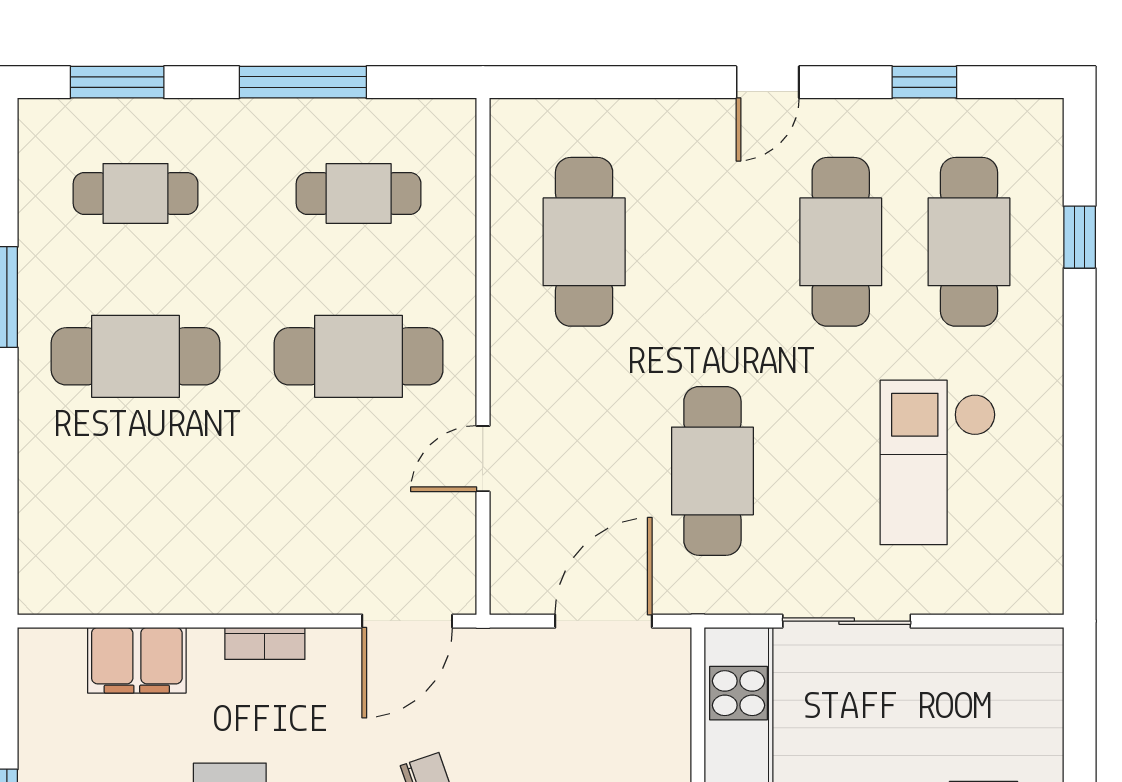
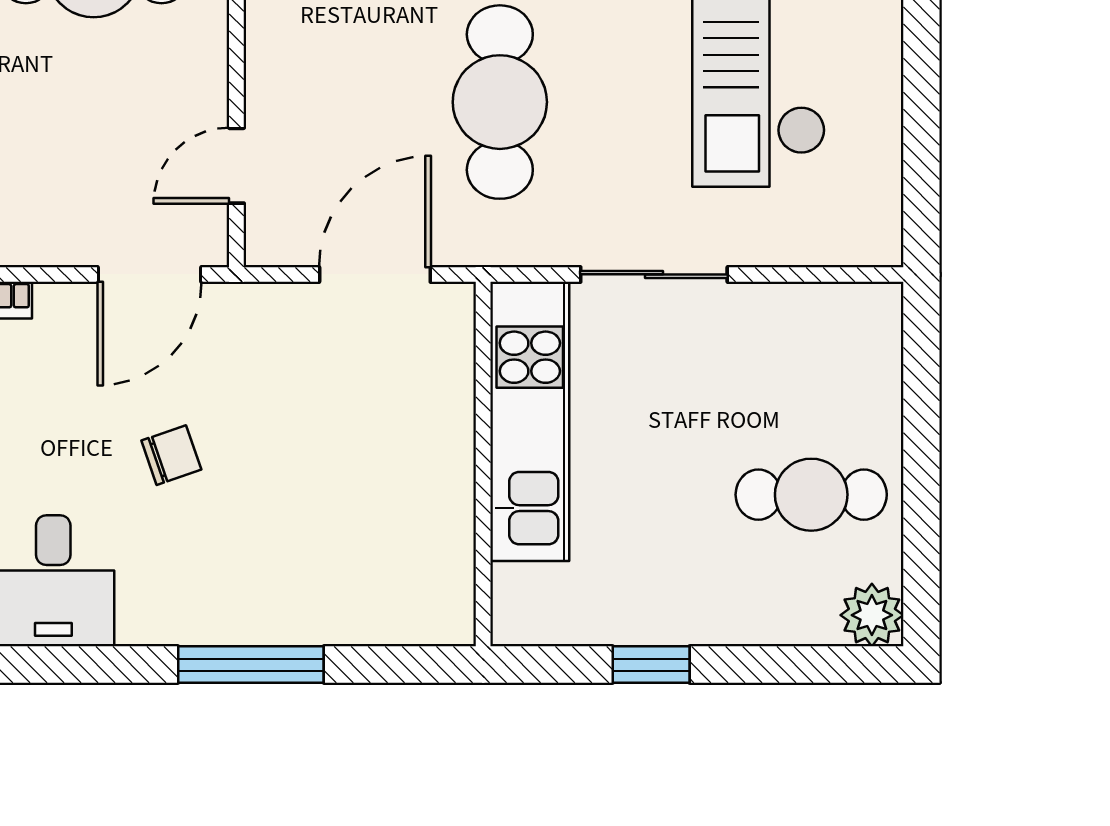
door: (483, 459) -> (236, 166), moved

